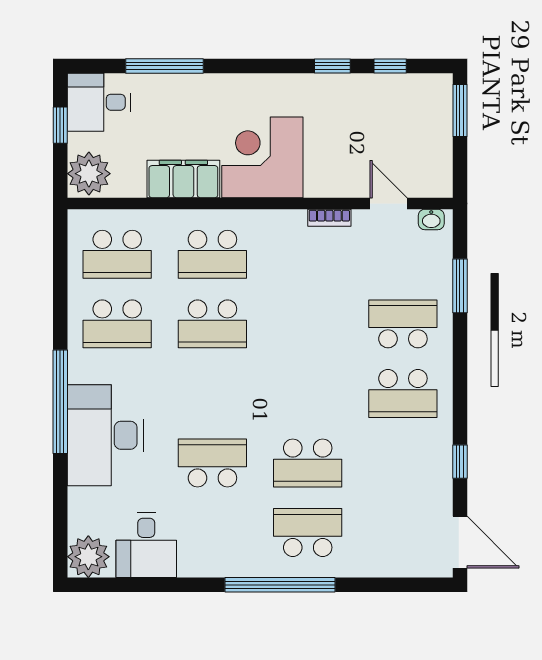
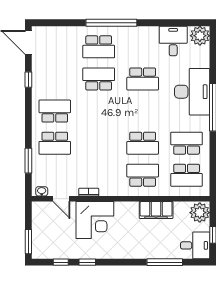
corner desk: (262, 157) -> (95, 220), moved
school desk: (117, 254) -> (187, 175), turned 180
school desk: (212, 324) -> (143, 143), turned 180

